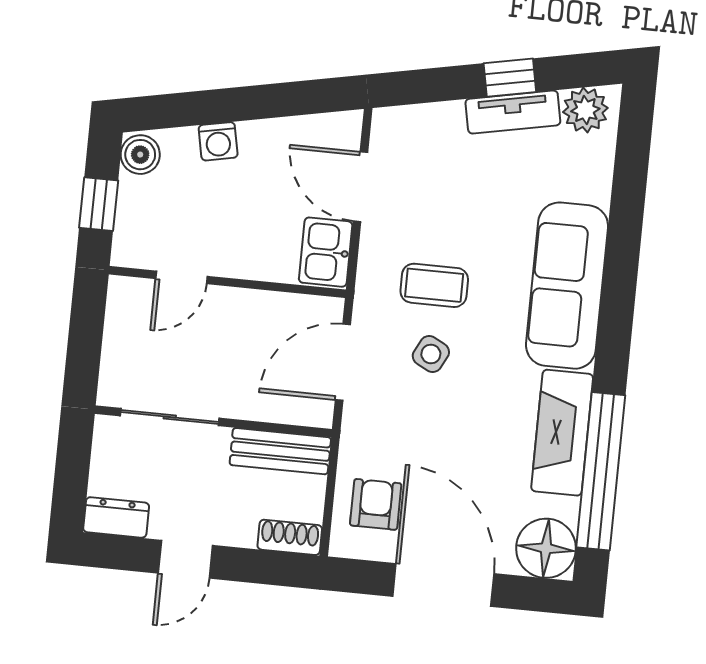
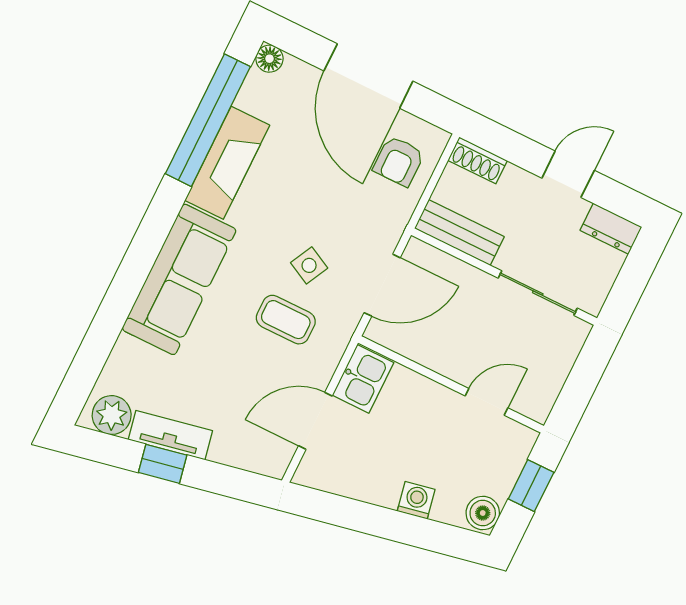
door: (360, 187) -> (315, 421), swing flipped
floor lamp: (546, 548) -> (269, 59), width x0.53, depth x0.53

